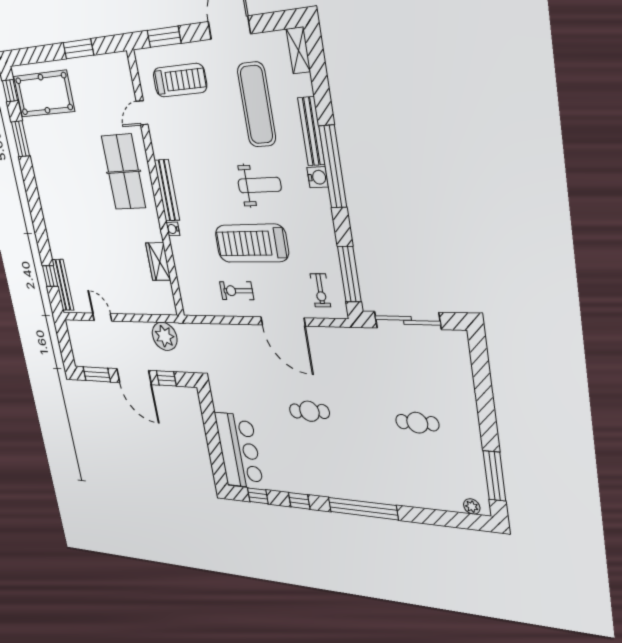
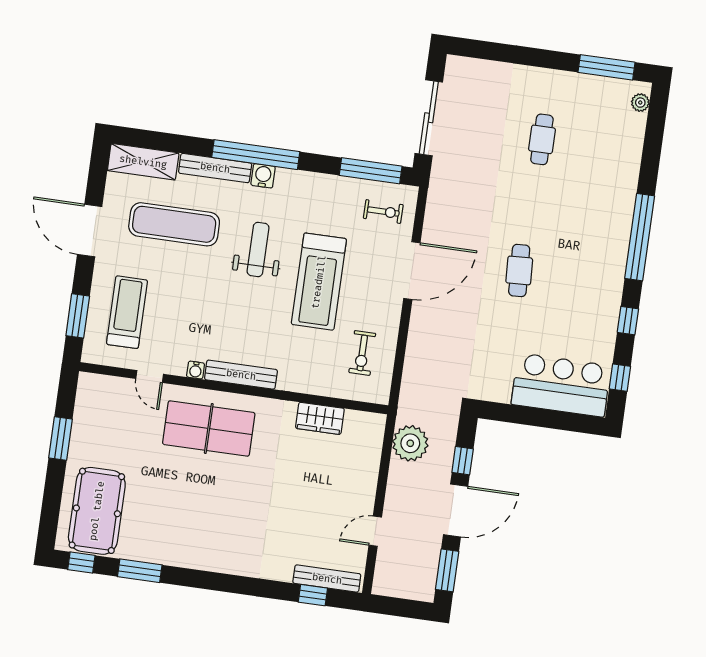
shelving: (298, 50) -> (143, 162), width x1.50, depth x1.33
water cooler: (173, 229) -> (196, 370), moved
exercise bike: (237, 291) -> (362, 353), moved

